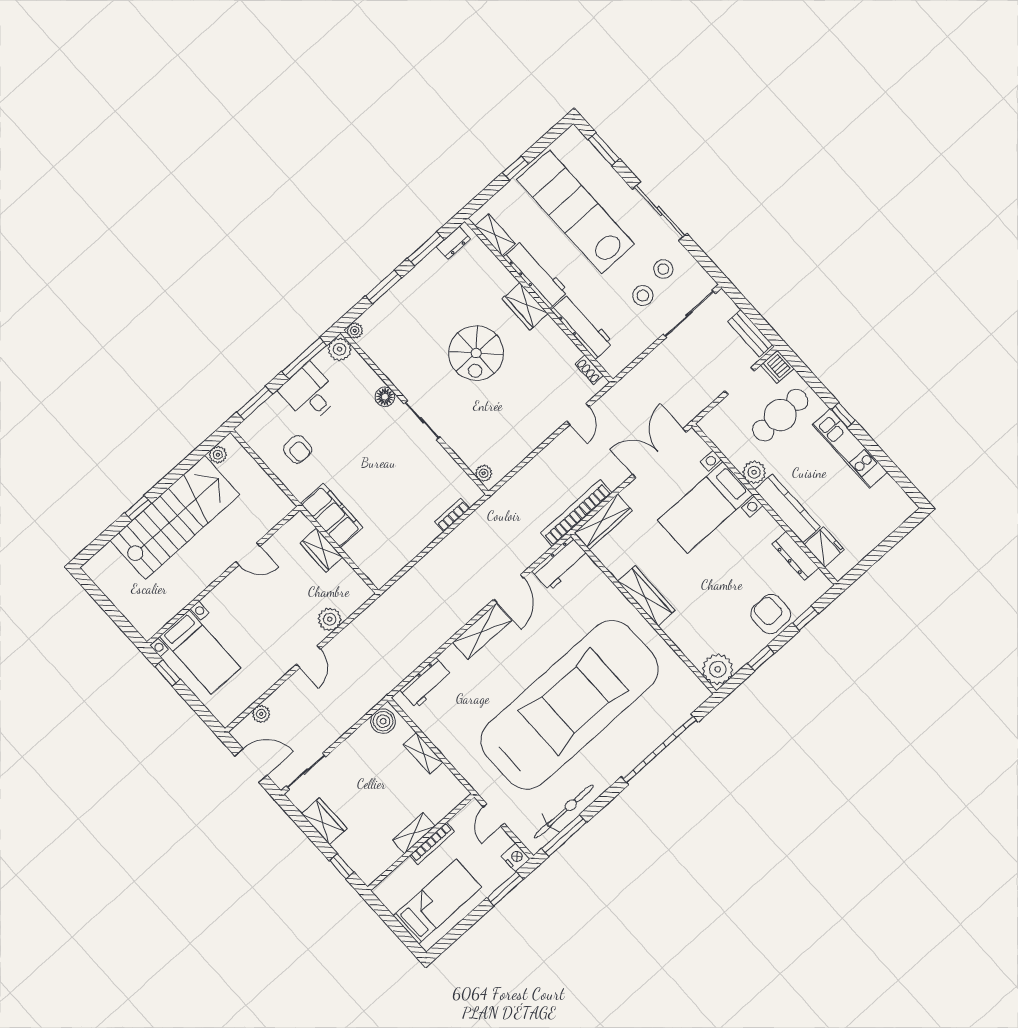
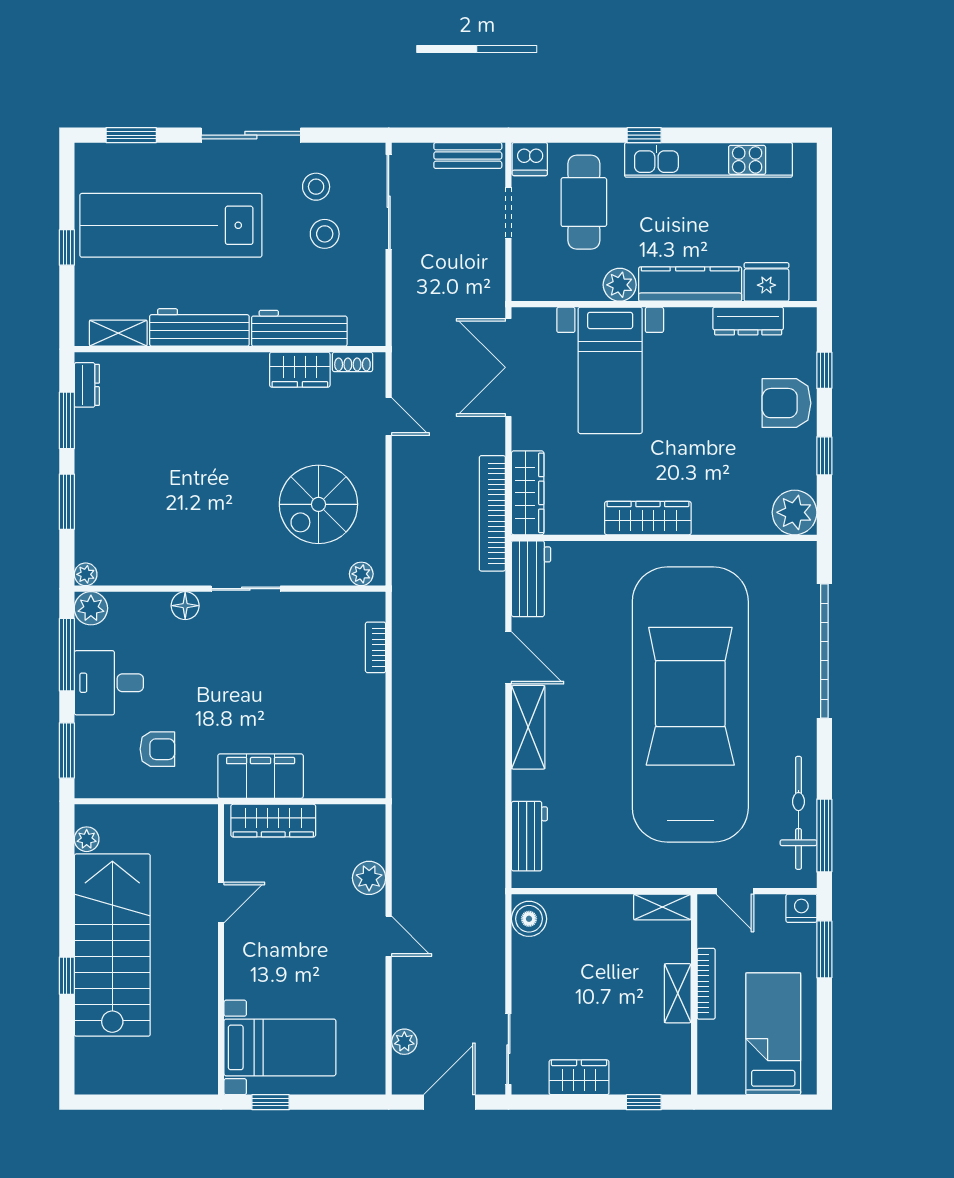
wardrobe: (525, 306) -> (300, 370), moved
spiral stairs: (476, 353) -> (318, 504), moved, turned 90
kitchen unit: (850, 448) -> (708, 160), width x1.36
wardrobe: (321, 550) -> (273, 821), width x1.50
shelving: (423, 753) -> (662, 907), moved

